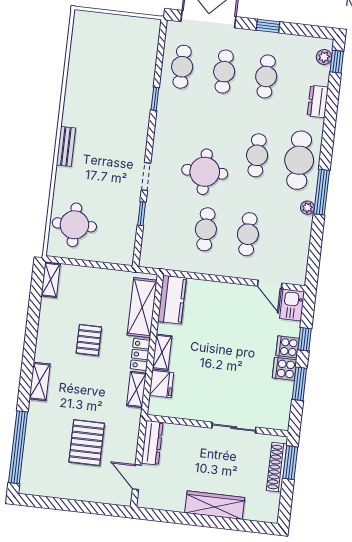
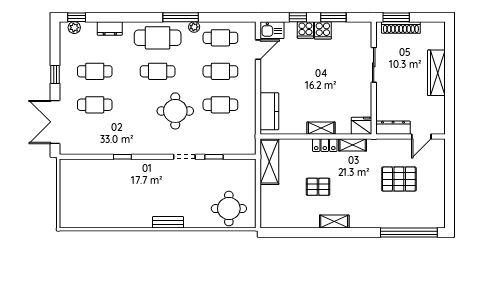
cafe table: (182, 67) -> (220, 38), moved
shelving: (51, 280) -> (274, 222), removed
kitchen counter: (172, 300) -> (269, 111), moved, turned 90
shelving: (142, 308) -> (269, 162), moved, turned 90
shelving: (40, 381) -> (334, 222), moved
fridge: (161, 384) -> (362, 126), moved

